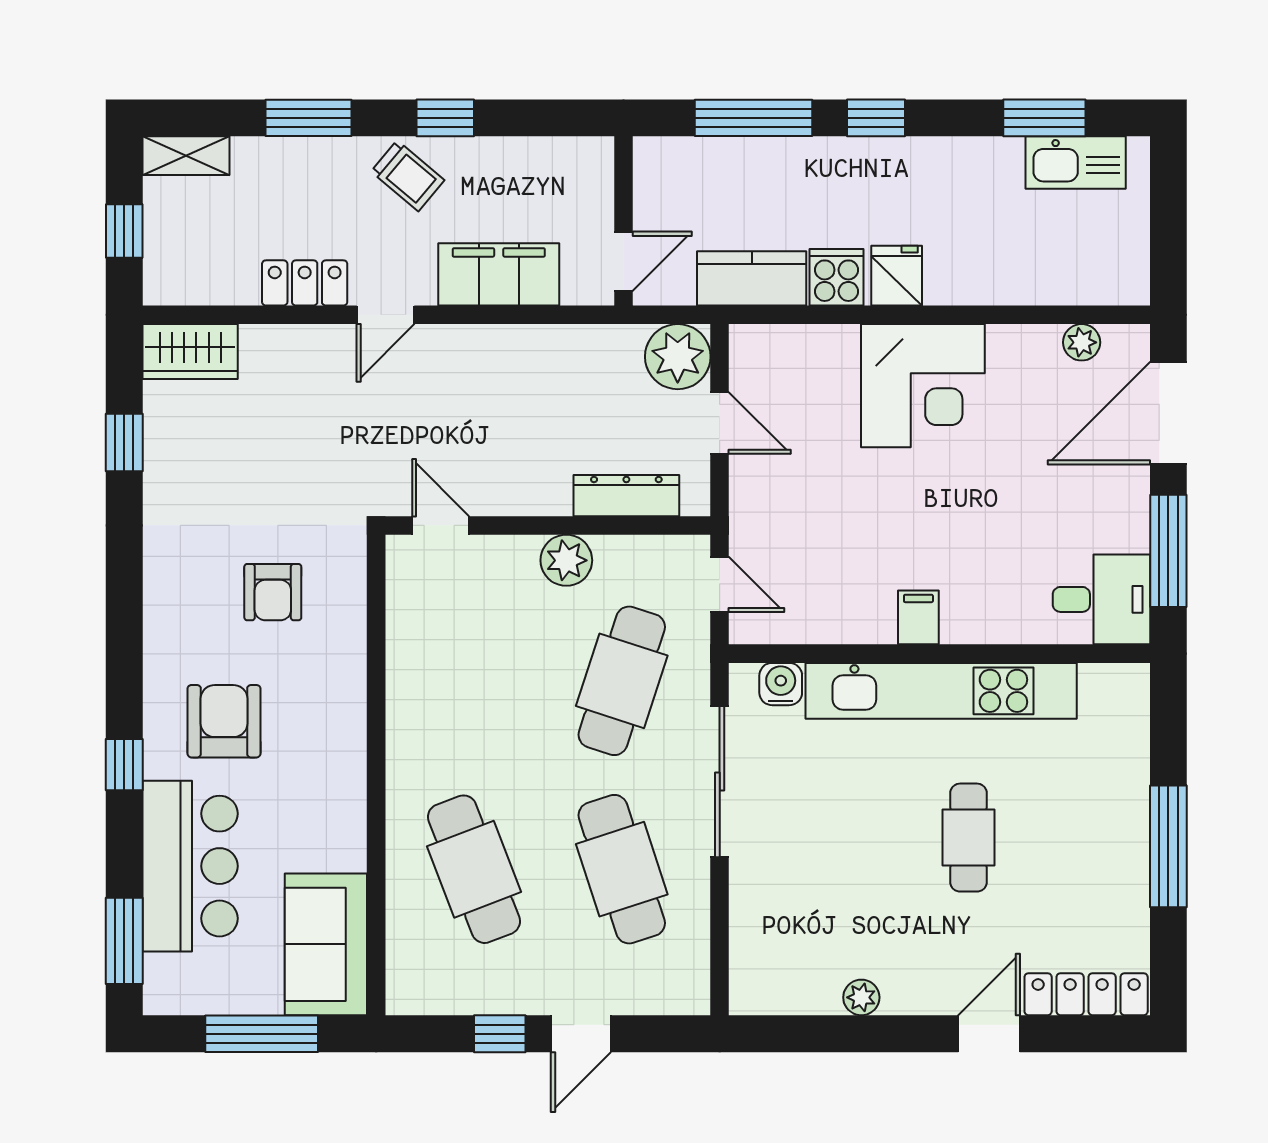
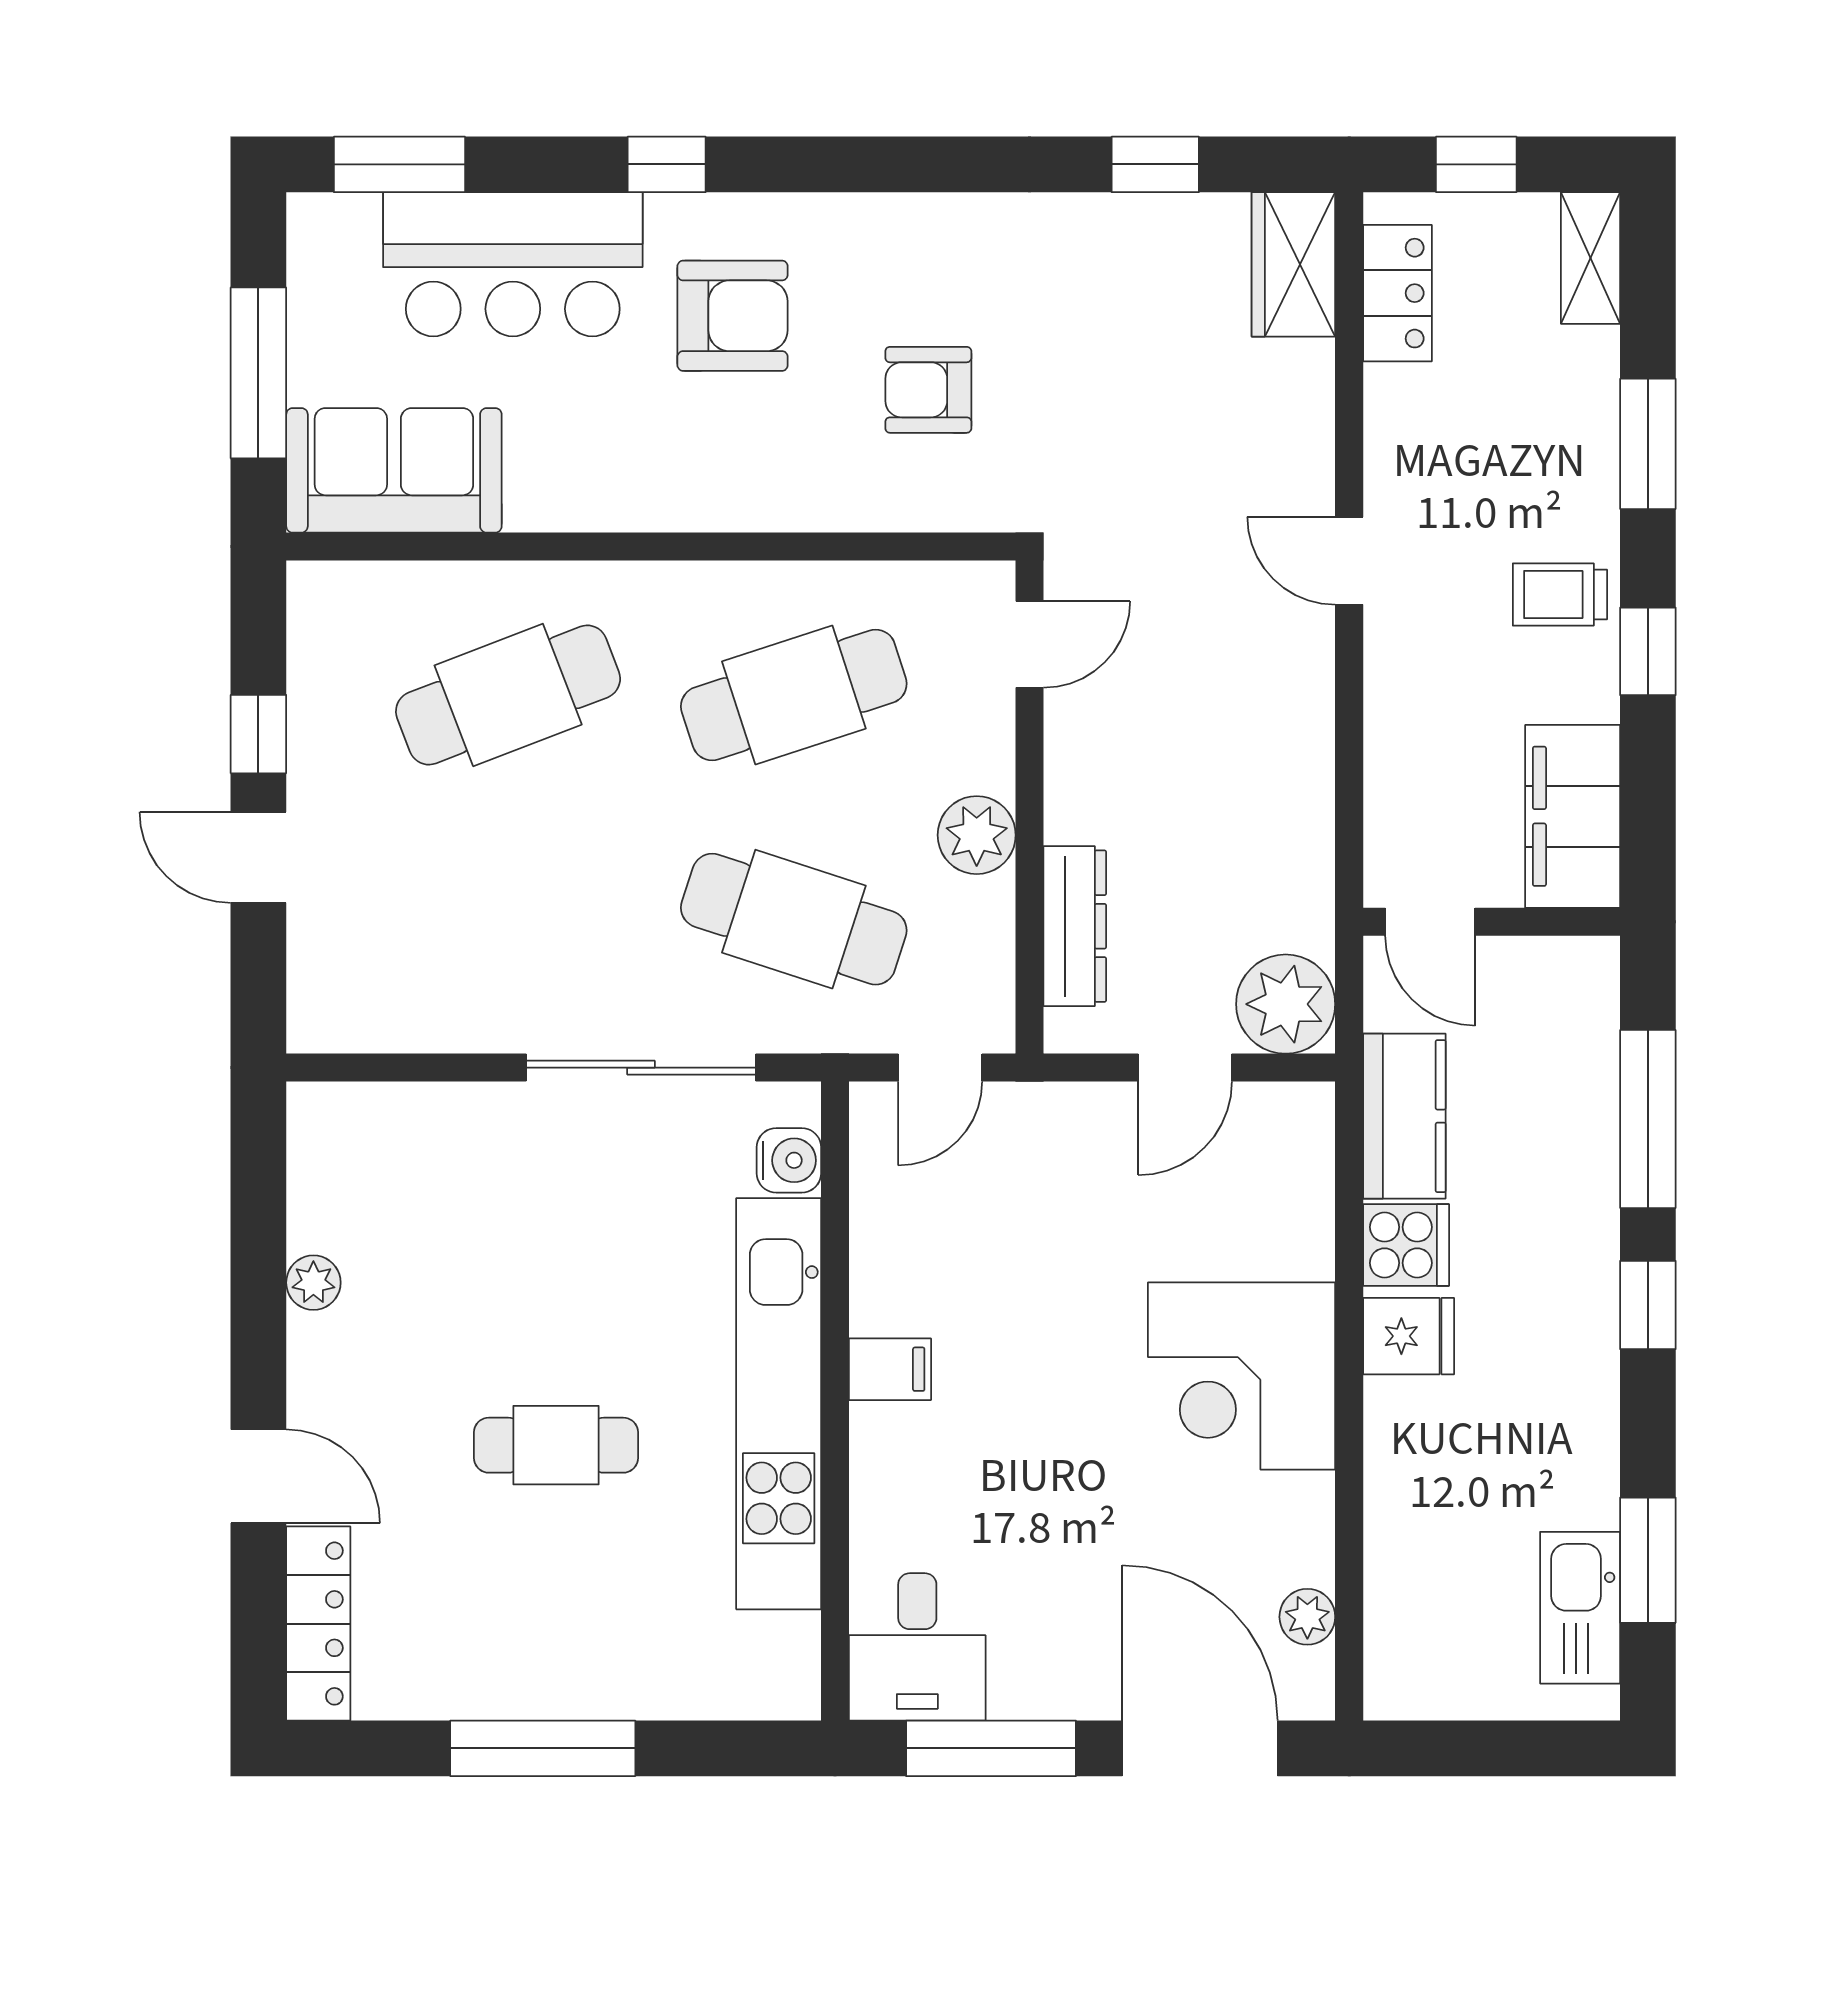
trolley: (408, 176) -> (1560, 594), turned 50
filing cabinet: (499, 274) -> (1573, 816), moved, turned 180
locker: (305, 283) -> (1397, 293), moved
cafe table: (622, 869) -> (794, 695), moved

